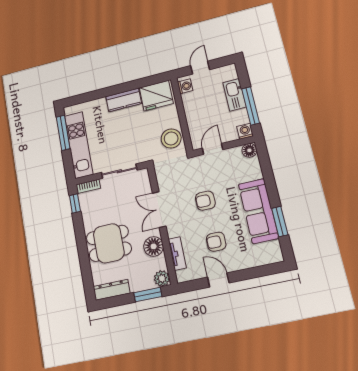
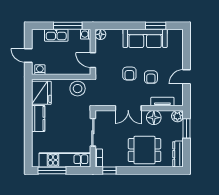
armchair: (216, 242) -> (151, 77), moved
dining table: (109, 243) -> (145, 150), turned 90

